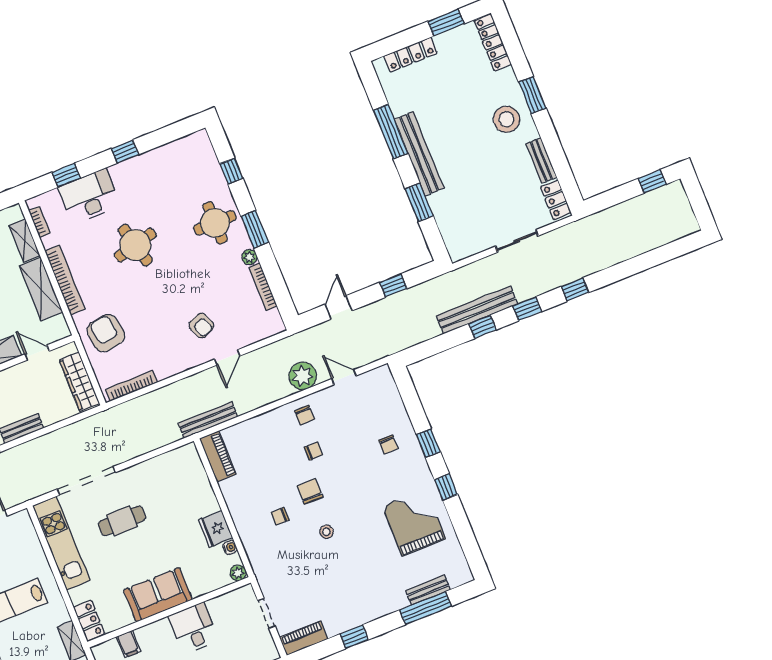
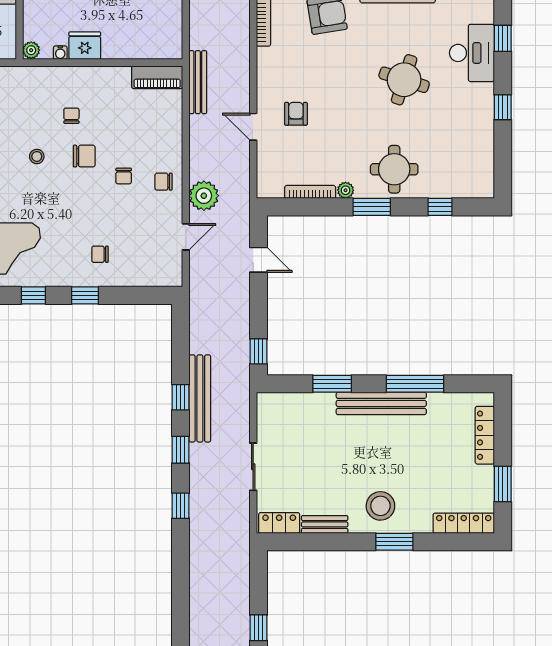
round table: (135, 245) -> (404, 80), turned 32
window: (393, 285) -> (258, 351), moved
armchair: (201, 326) -> (296, 114), turned 112

